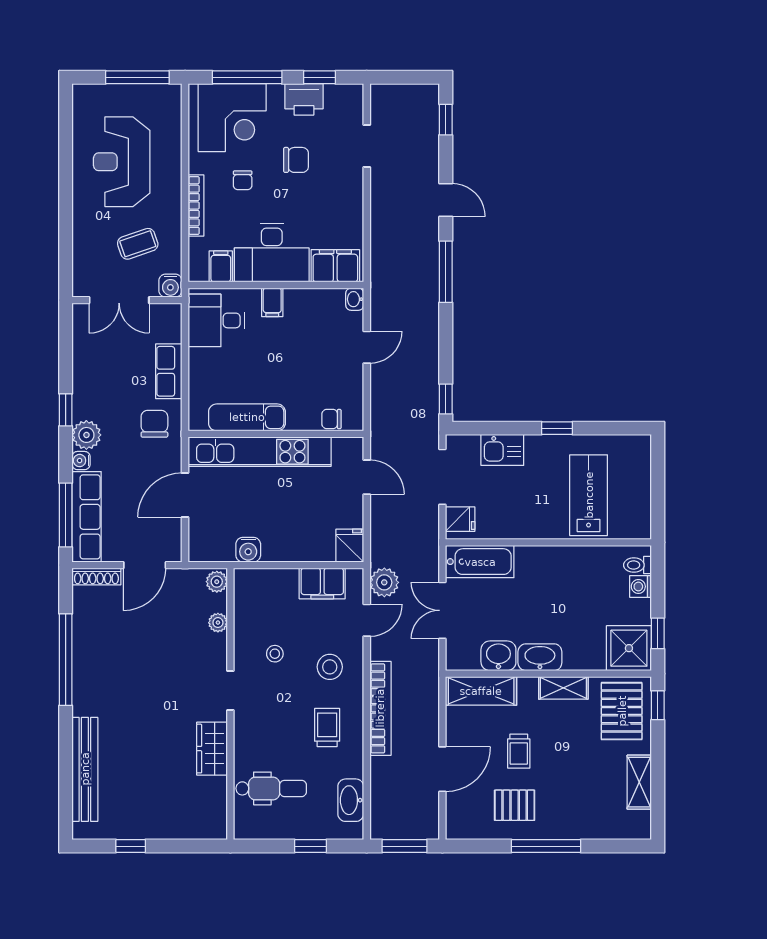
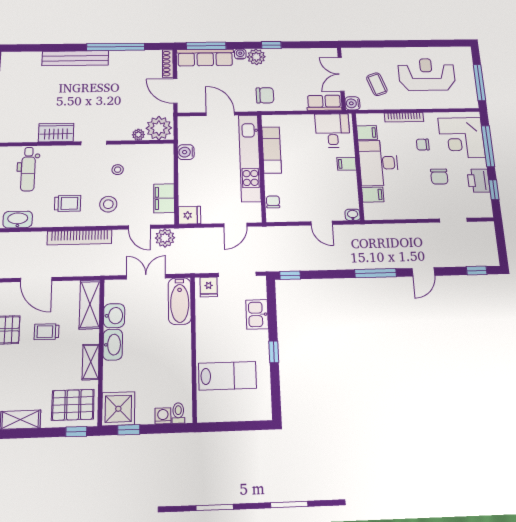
filing cabinet: (335, 266) -> (373, 195), width x0.50
row of seats: (169, 371) -> (324, 103), moved
plant: (217, 582) -> (159, 128), width x1.87, depth x1.87
bench: (85, 769) -> (75, 58), moved

